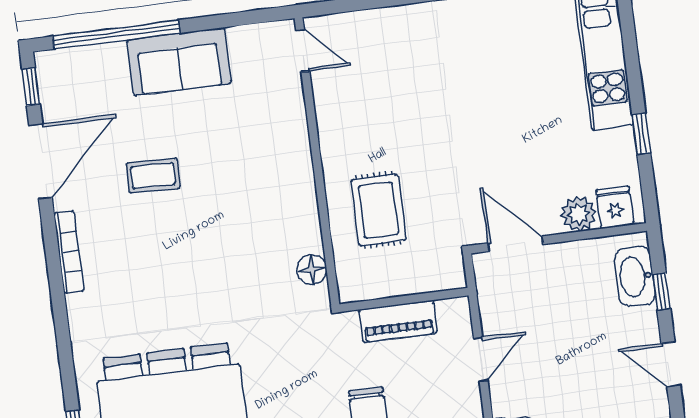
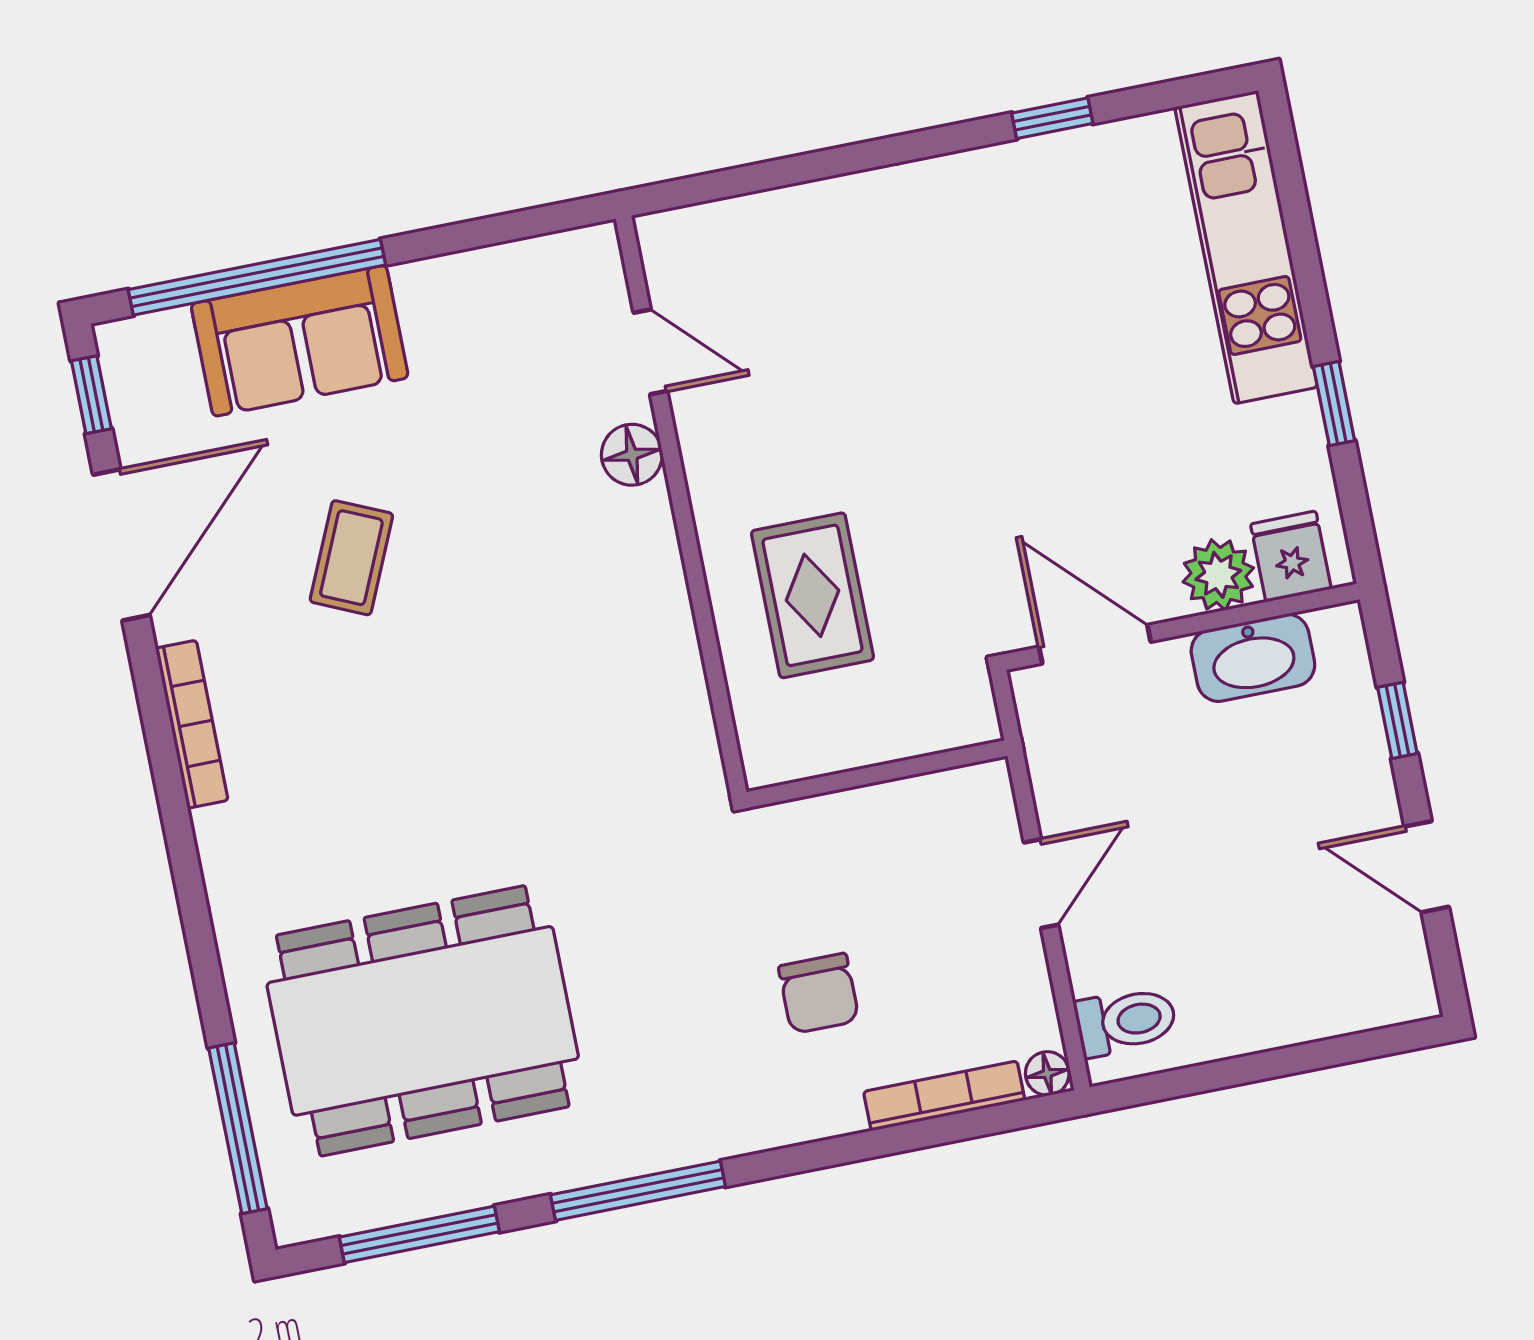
door: (303, 51) -> (650, 352), moved
sofa: (179, 62) -> (300, 341), moved
coffee table: (153, 176) -> (351, 558), turned -68
floor lamp: (312, 270) -> (632, 455), moved
washbasin: (635, 276) -> (1253, 658), moved, turned -90
piano: (398, 321) -> (868, 818), removed

